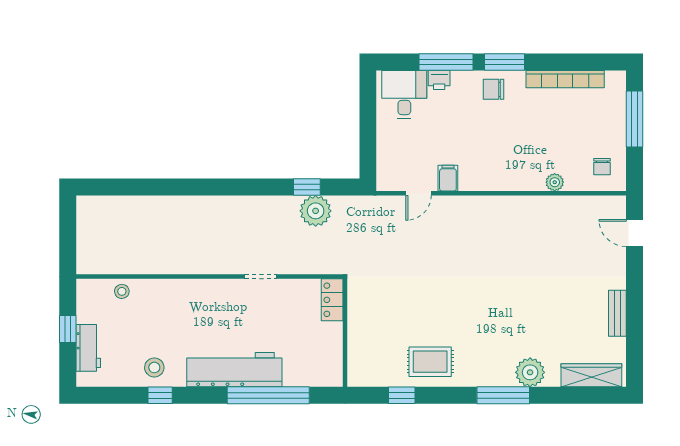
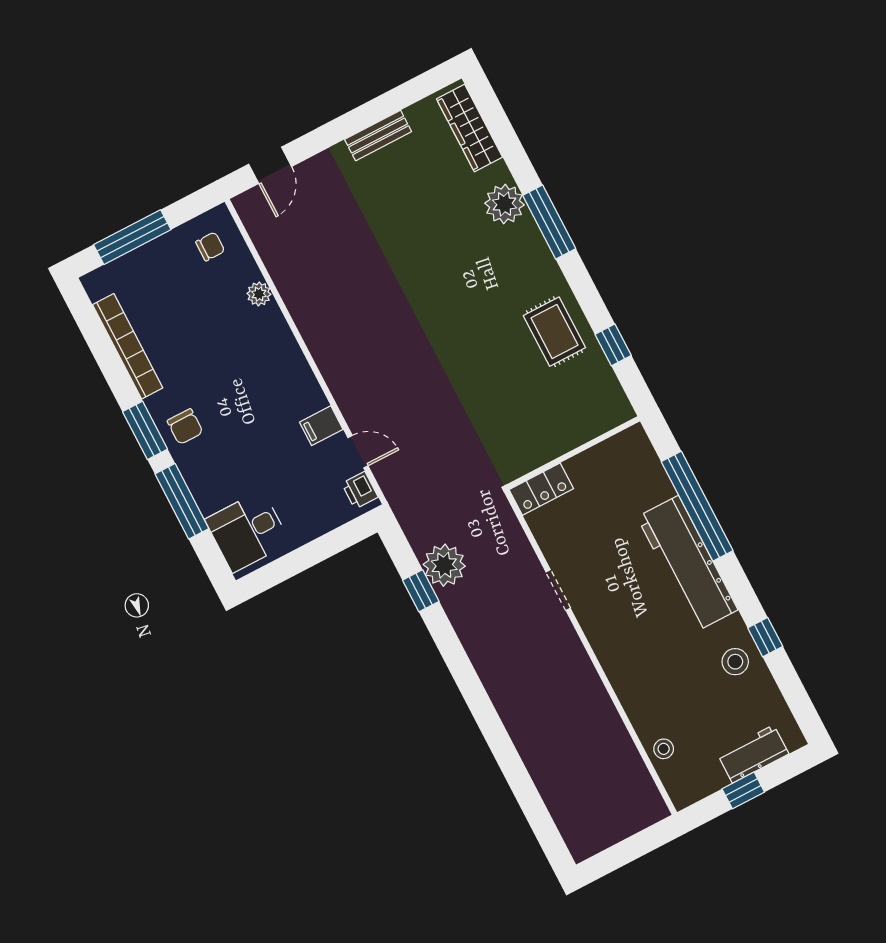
printer: (439, 80) -> (360, 490), moved, turned 180

